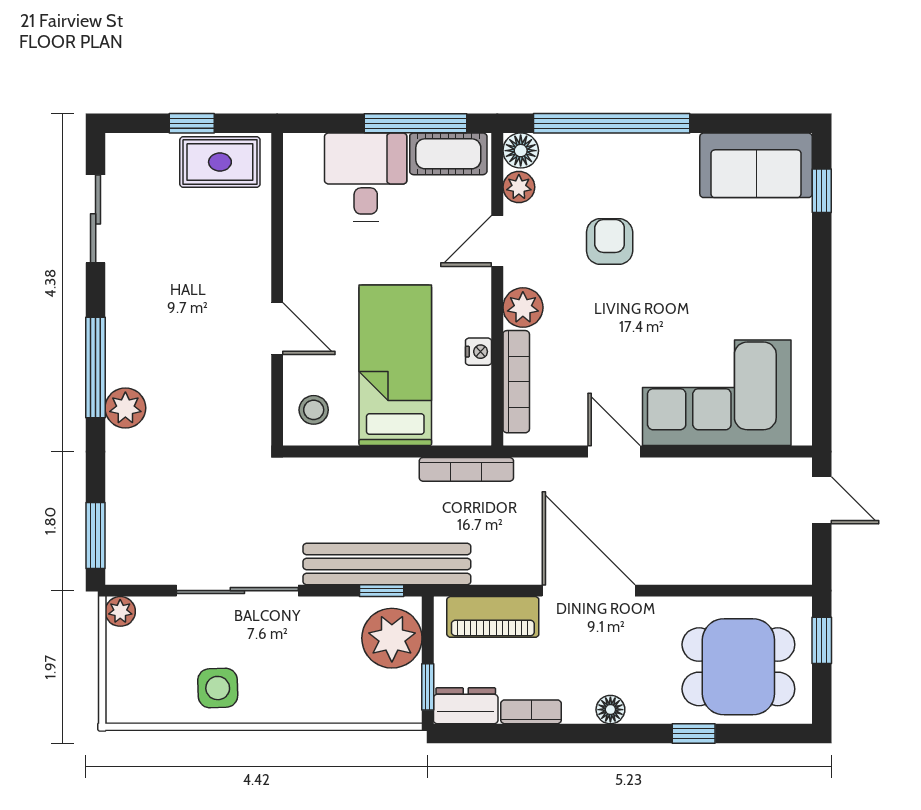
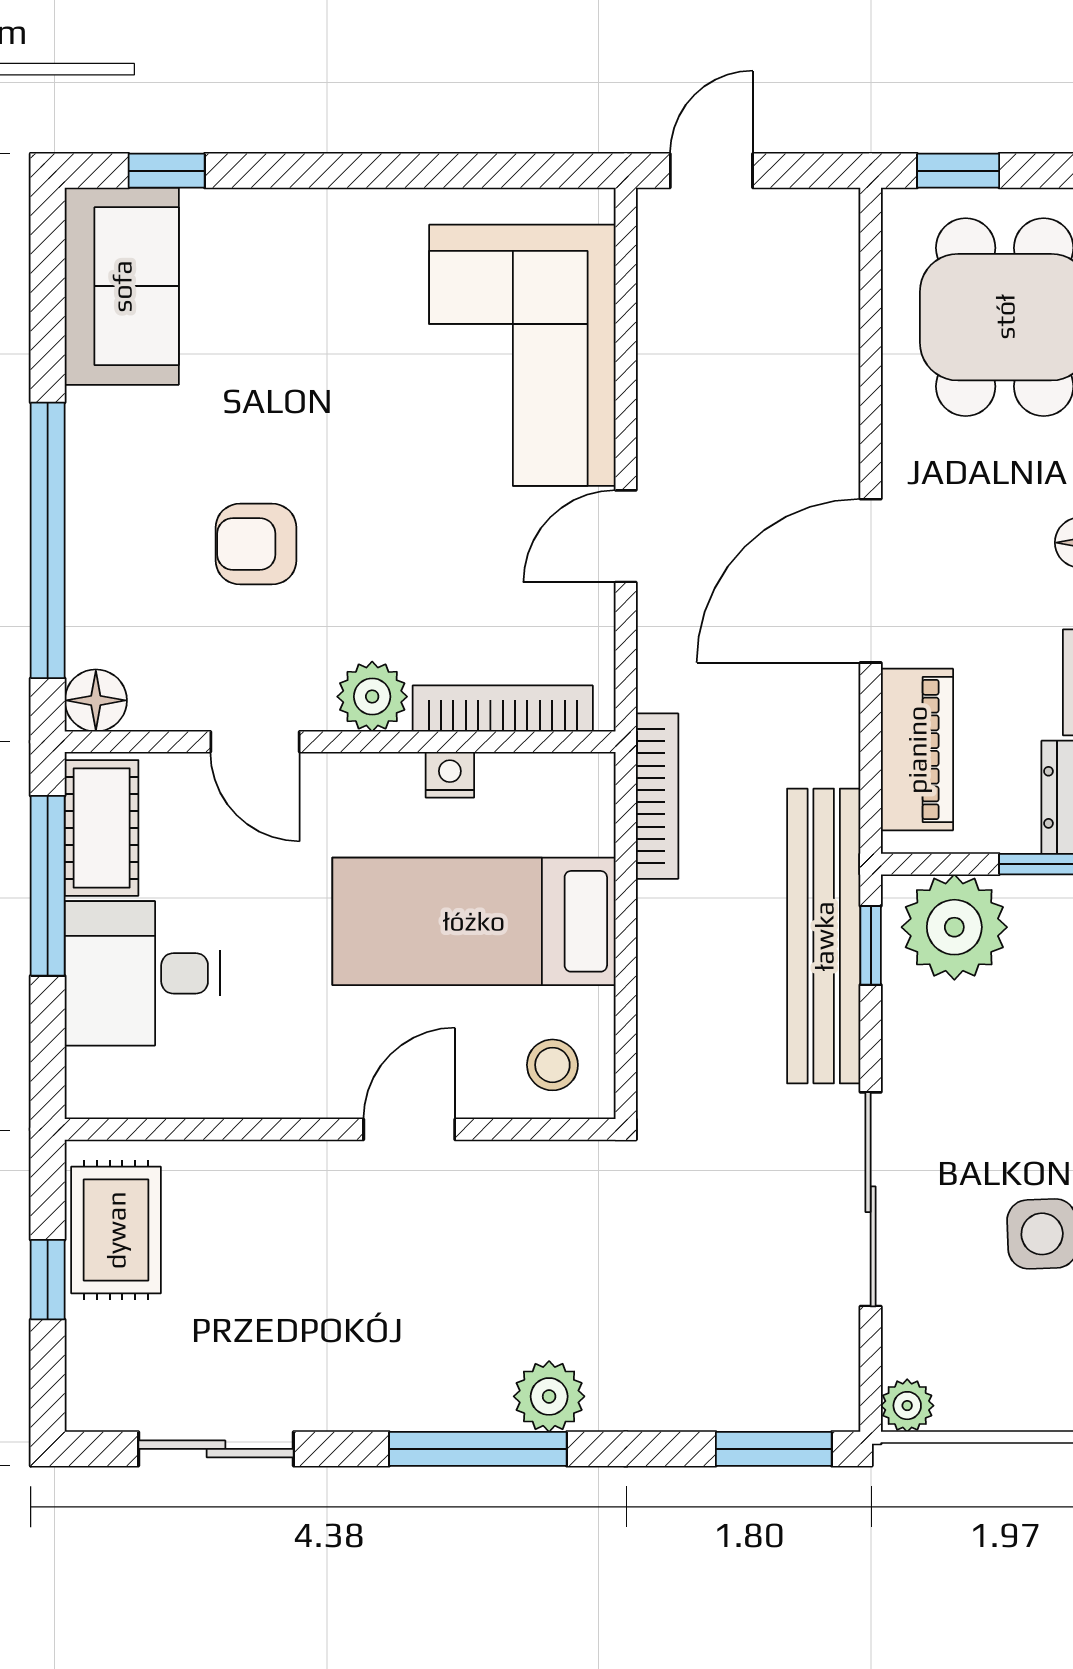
plant: (519, 187) -> (160, 704), removed

